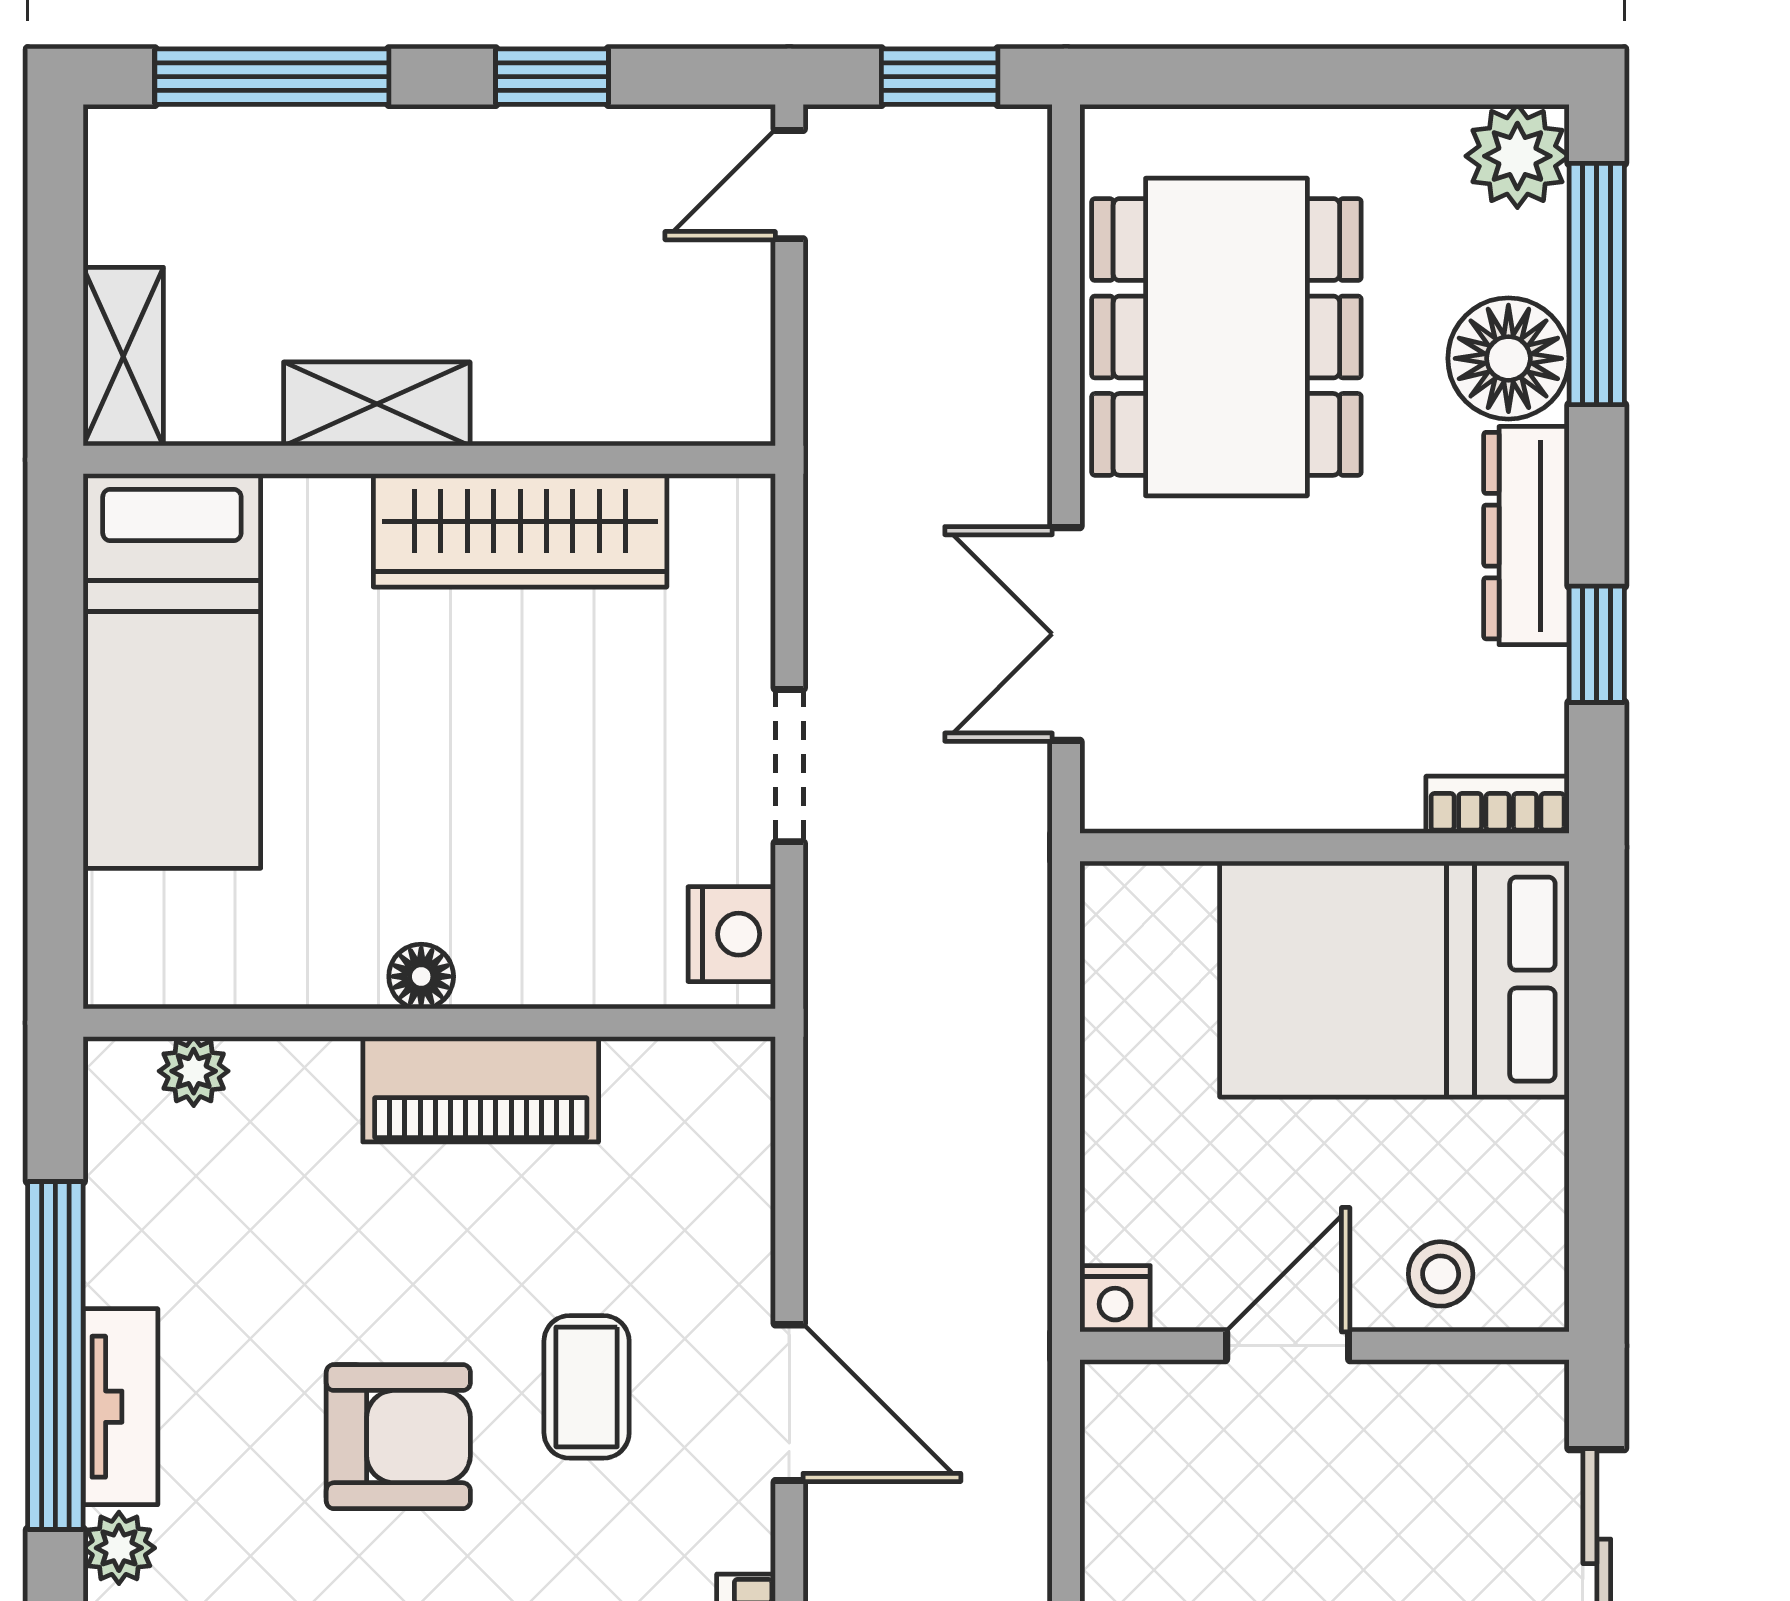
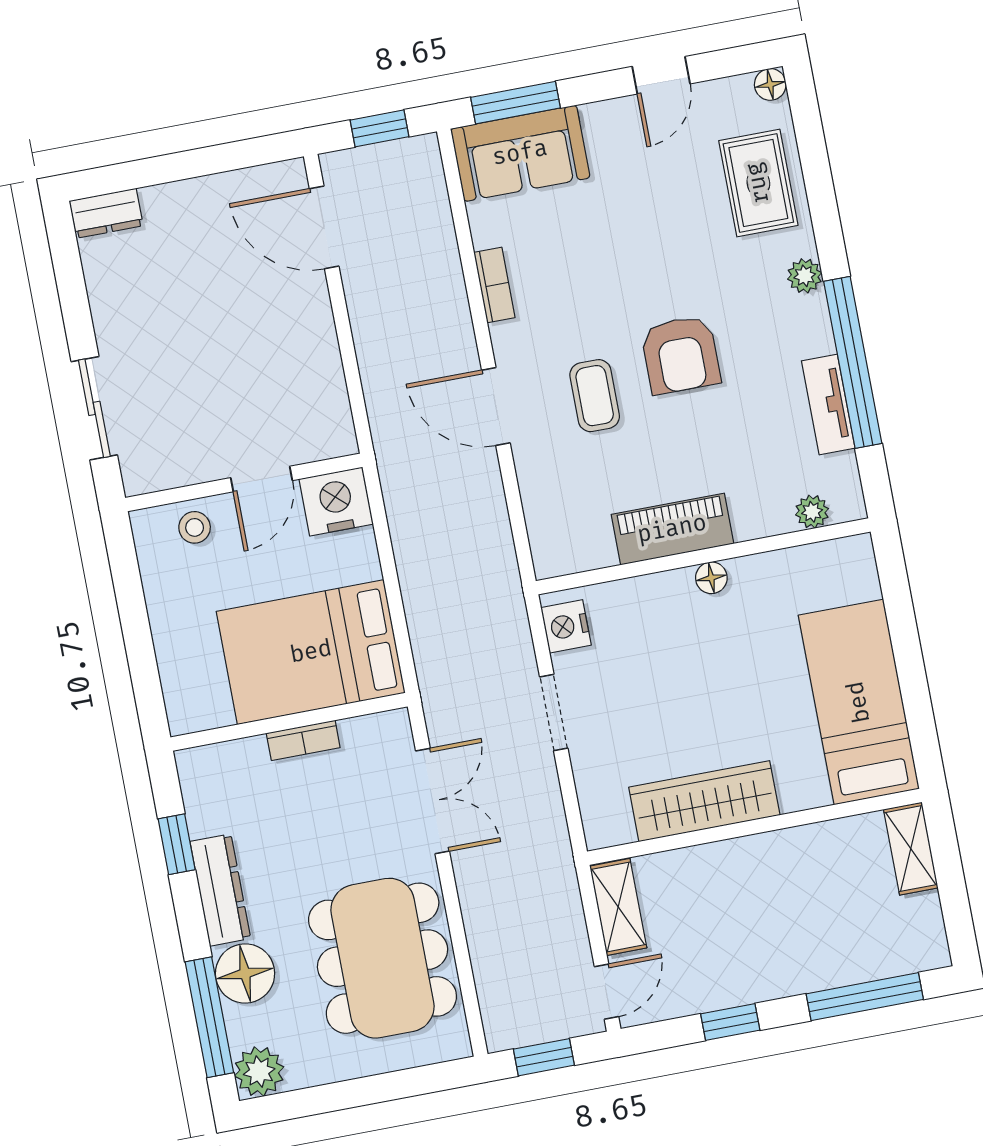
shelving: (377, 404) -> (618, 907), moved, turned 90
bookcase: (1498, 805) -> (303, 740), moved
bed: (1394, 979) -> (311, 652), moved, turned 180
nightstand: (1115, 1299) -> (336, 501), width x1.89, depth x1.79
tv unit: (120, 1407) -> (828, 405), moved
armchair: (398, 1437) -> (681, 355), turned -90

